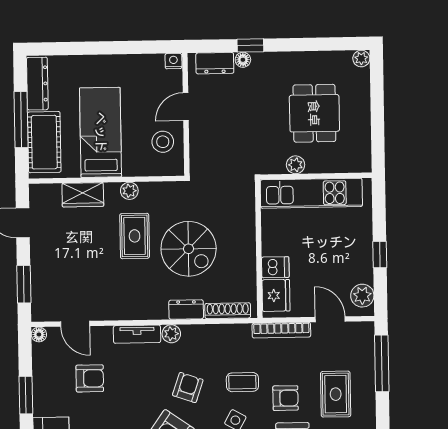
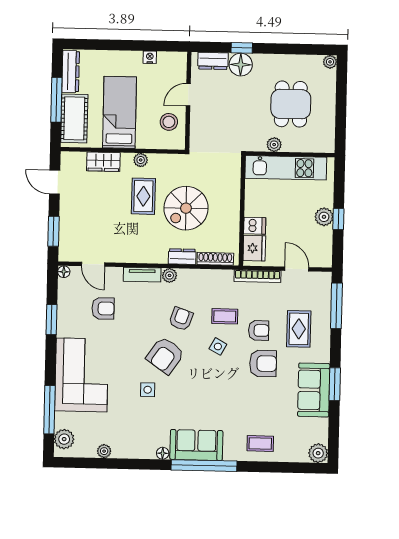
floor lamp: (243, 60) -> (241, 65), width x1.89, depth x1.89
nightstand: (173, 61) -> (150, 57), moved
spiral stairs: (189, 249) -> (186, 208), turned 90
plant: (362, 296) -> (324, 217), moved

